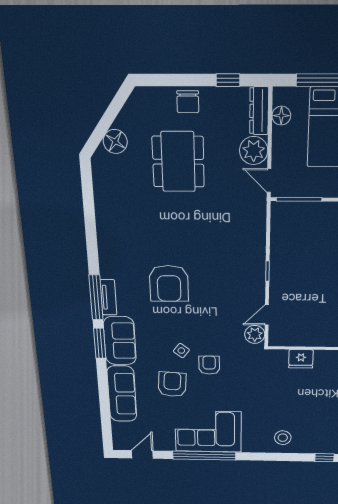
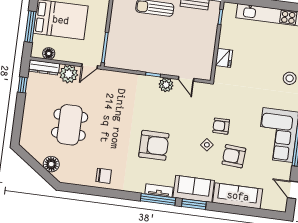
chair: (188, 102) -> (104, 176), moved
dining table: (178, 162) -> (70, 125), turned 90
plant: (255, 334) -> (166, 85), moved

